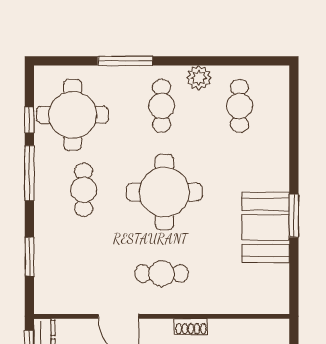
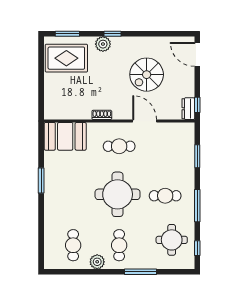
round table: (73, 115) -> (172, 240), width x0.73, depth x0.73
window: (29, 120) -> (197, 248), moved
cafe table: (84, 190) -> (165, 196), turned 90
booth: (266, 228) -> (65, 136), moved, turned 90

